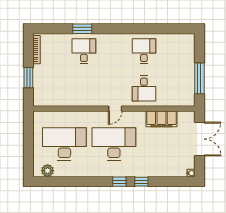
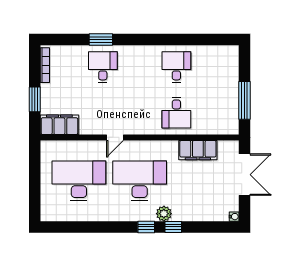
filing cabinet: (49, 98) -> (59, 125), added
door: (115, 109) -> (115, 137), moved
plant: (48, 171) -> (164, 214), moved

